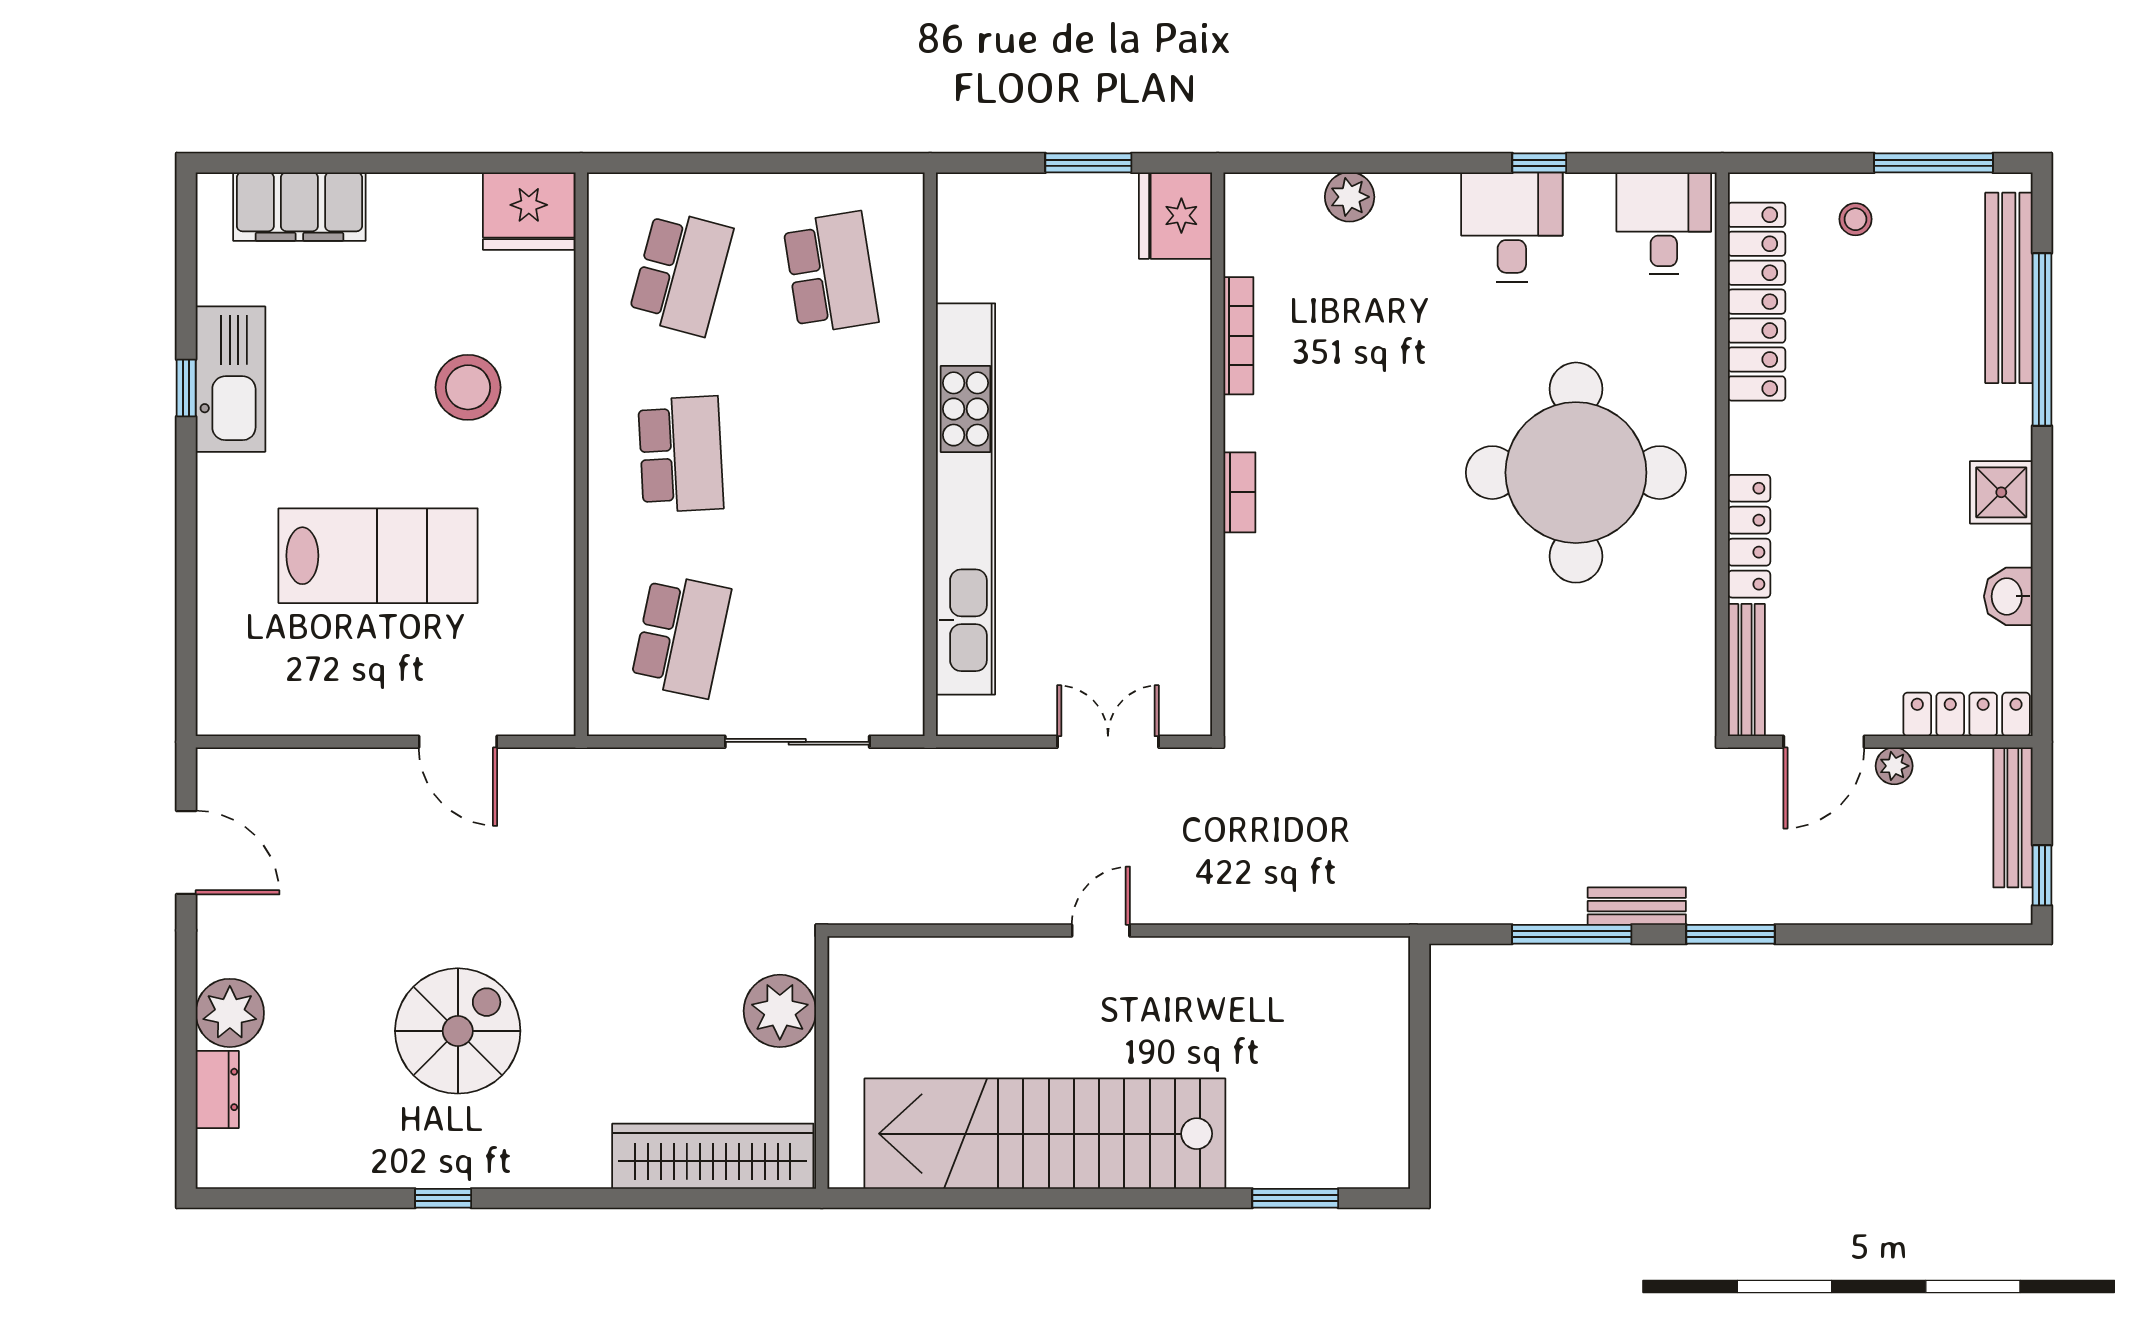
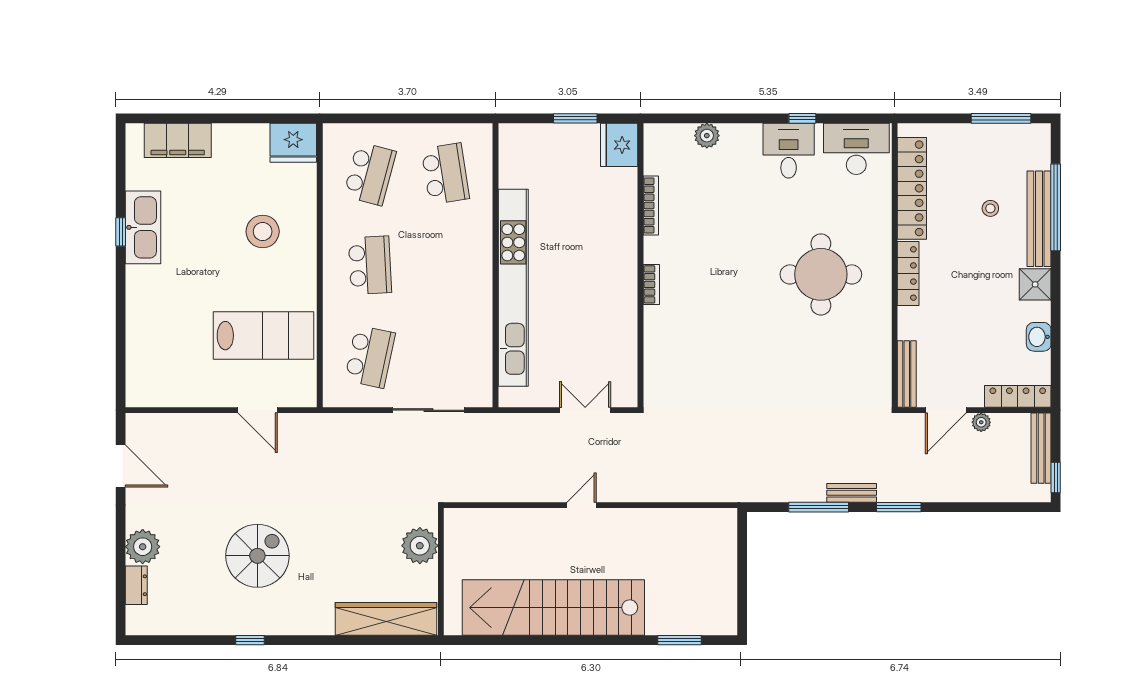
stool: (1855, 219) -> (990, 208), moved
desk: (1664, 223) -> (856, 149), width x1.37
bench: (2009, 288) -> (1039, 219), moved
round table: (1576, 473) -> (821, 274), width x0.73, depth x0.73
locker: (1749, 536) -> (908, 273), moved
lab bench: (378, 556) -> (263, 336), moved

